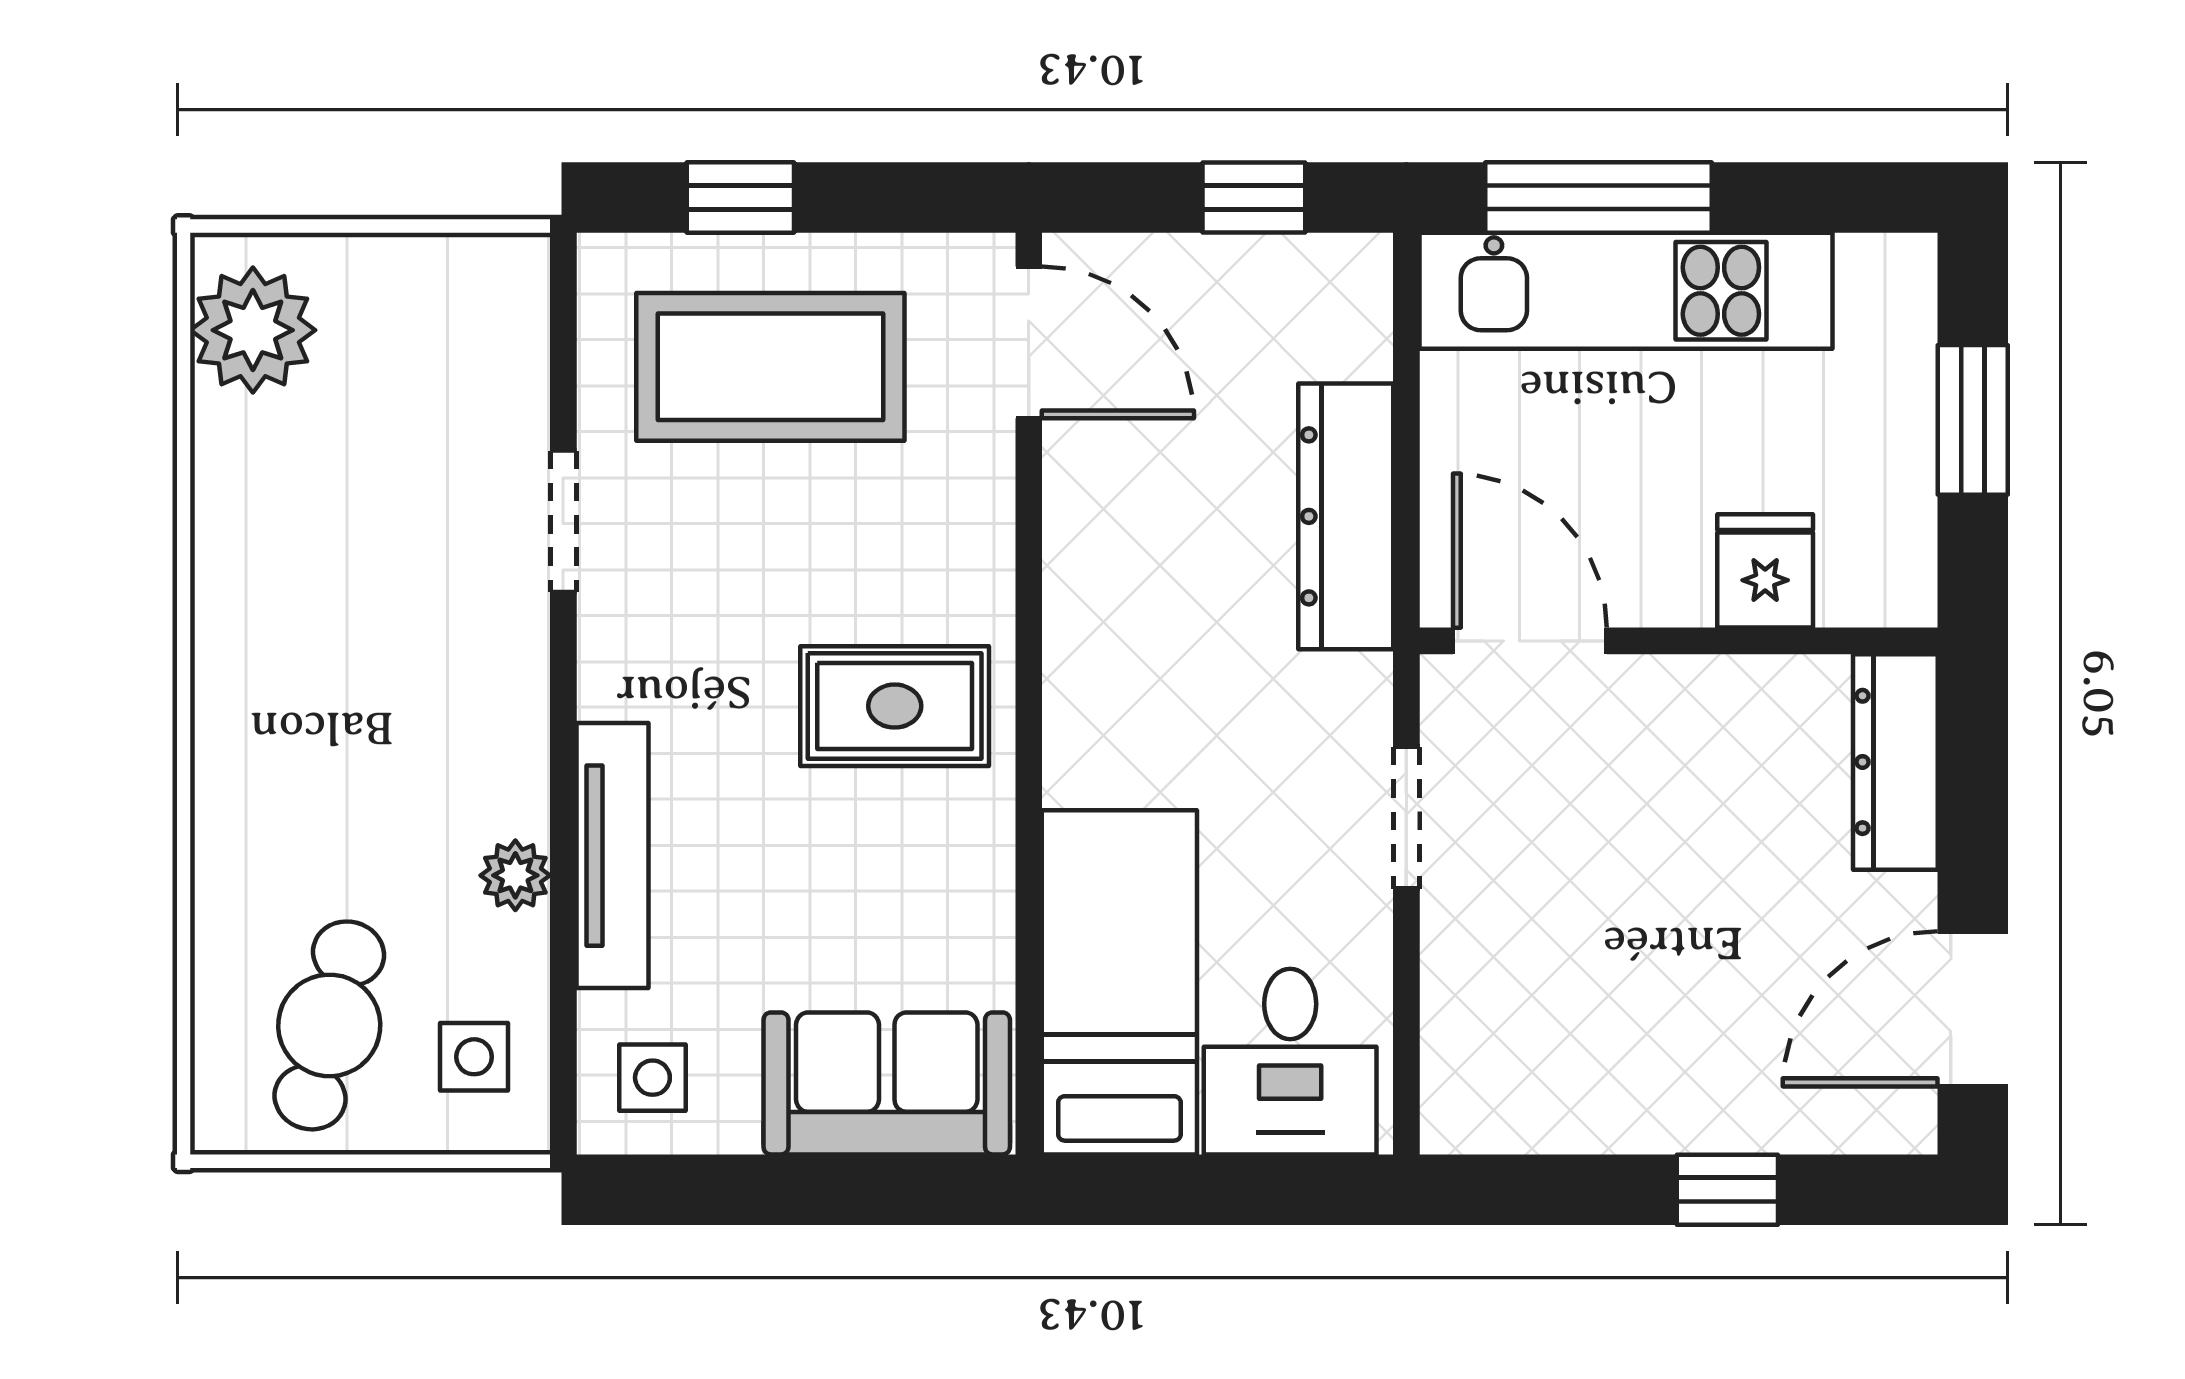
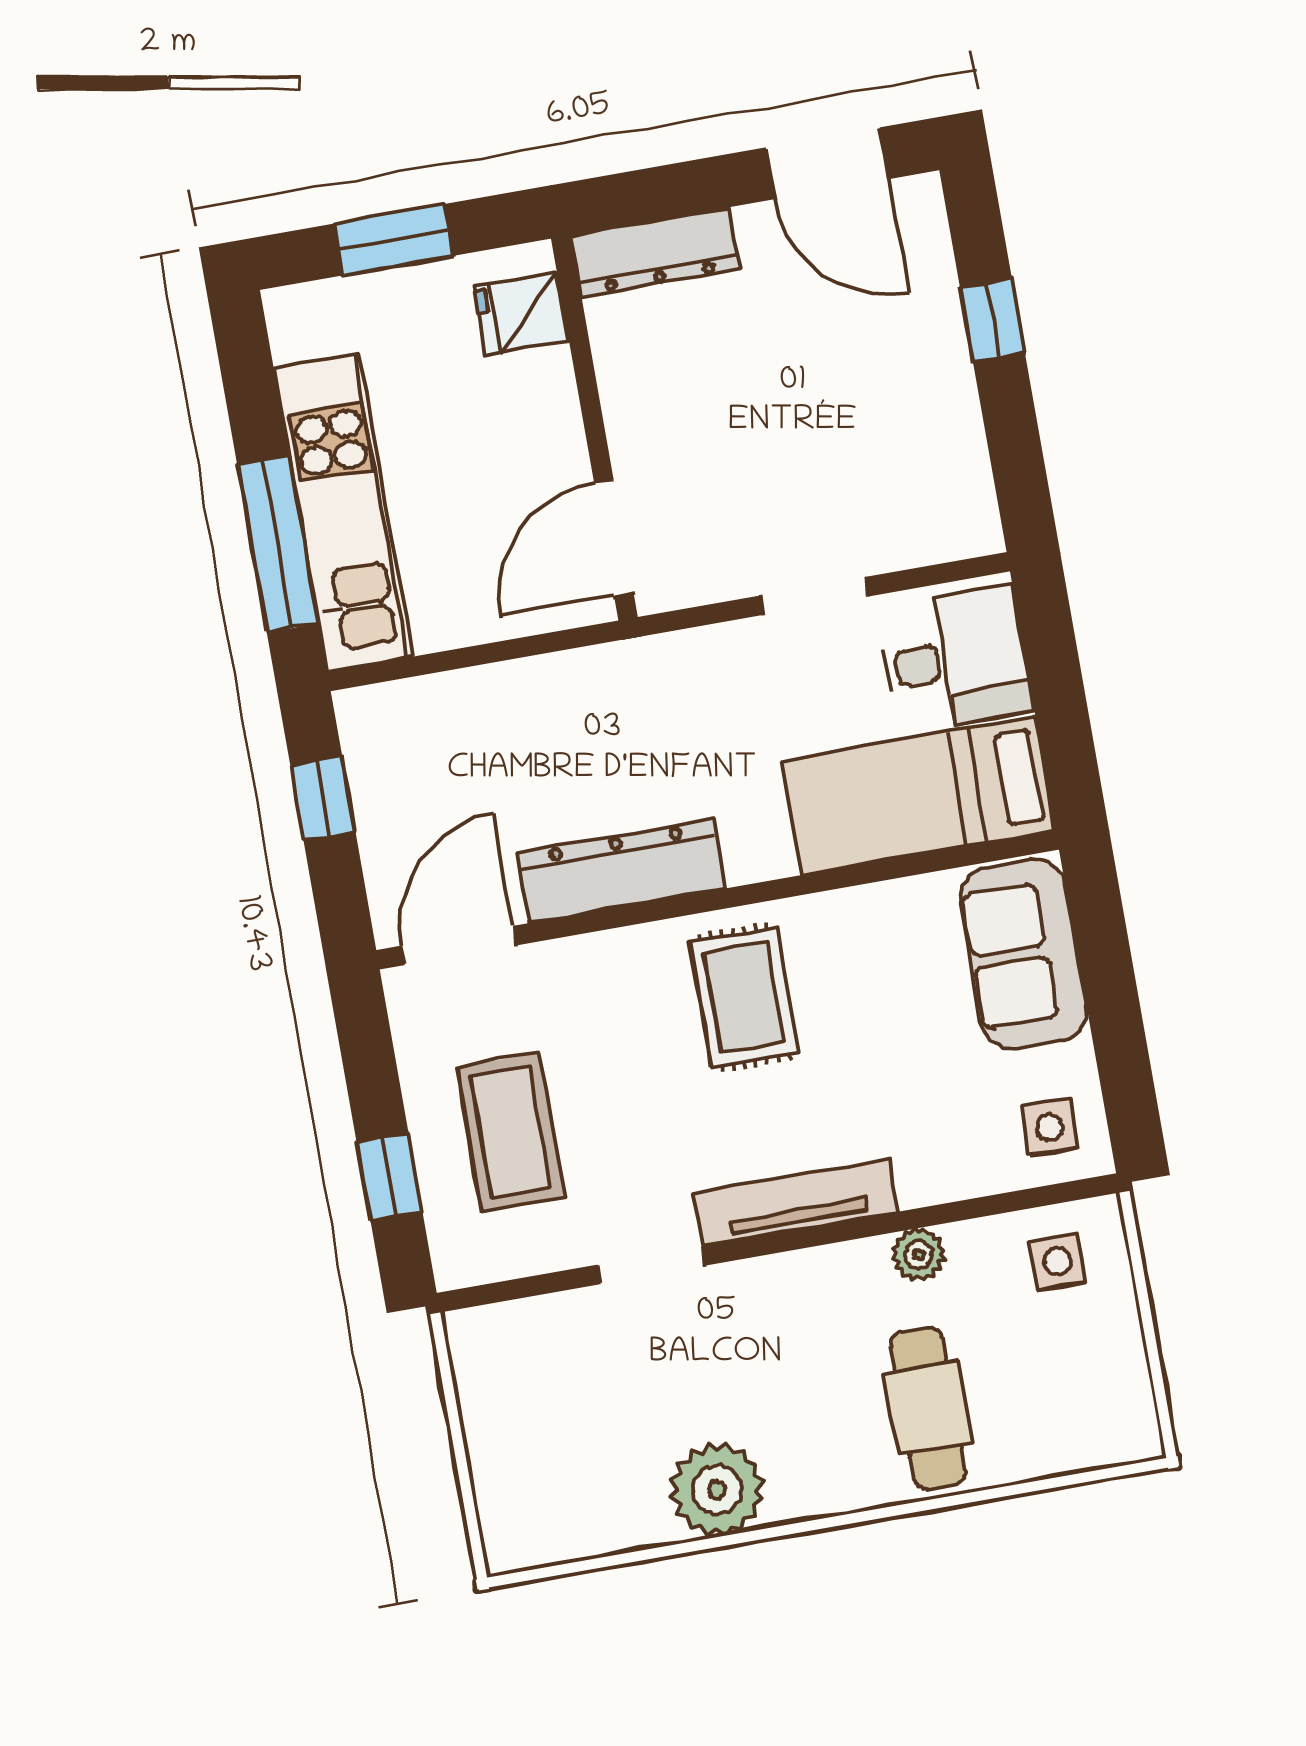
plant: (253, 330) -> (717, 1490), moved
coffee table: (770, 367) -> (510, 1133), width x0.73, depth x0.76
dresser: (1346, 516) -> (621, 871), moved, turned 180
fridge: (1765, 571) -> (521, 314), moved
doorway: (1406, 818) -> (815, 596), moved
tv unit: (612, 856) -> (796, 1202), moved
cafe table: (329, 1025) -> (928, 1408), moved, turned 75

